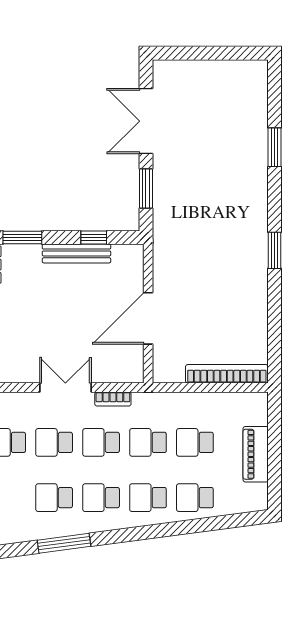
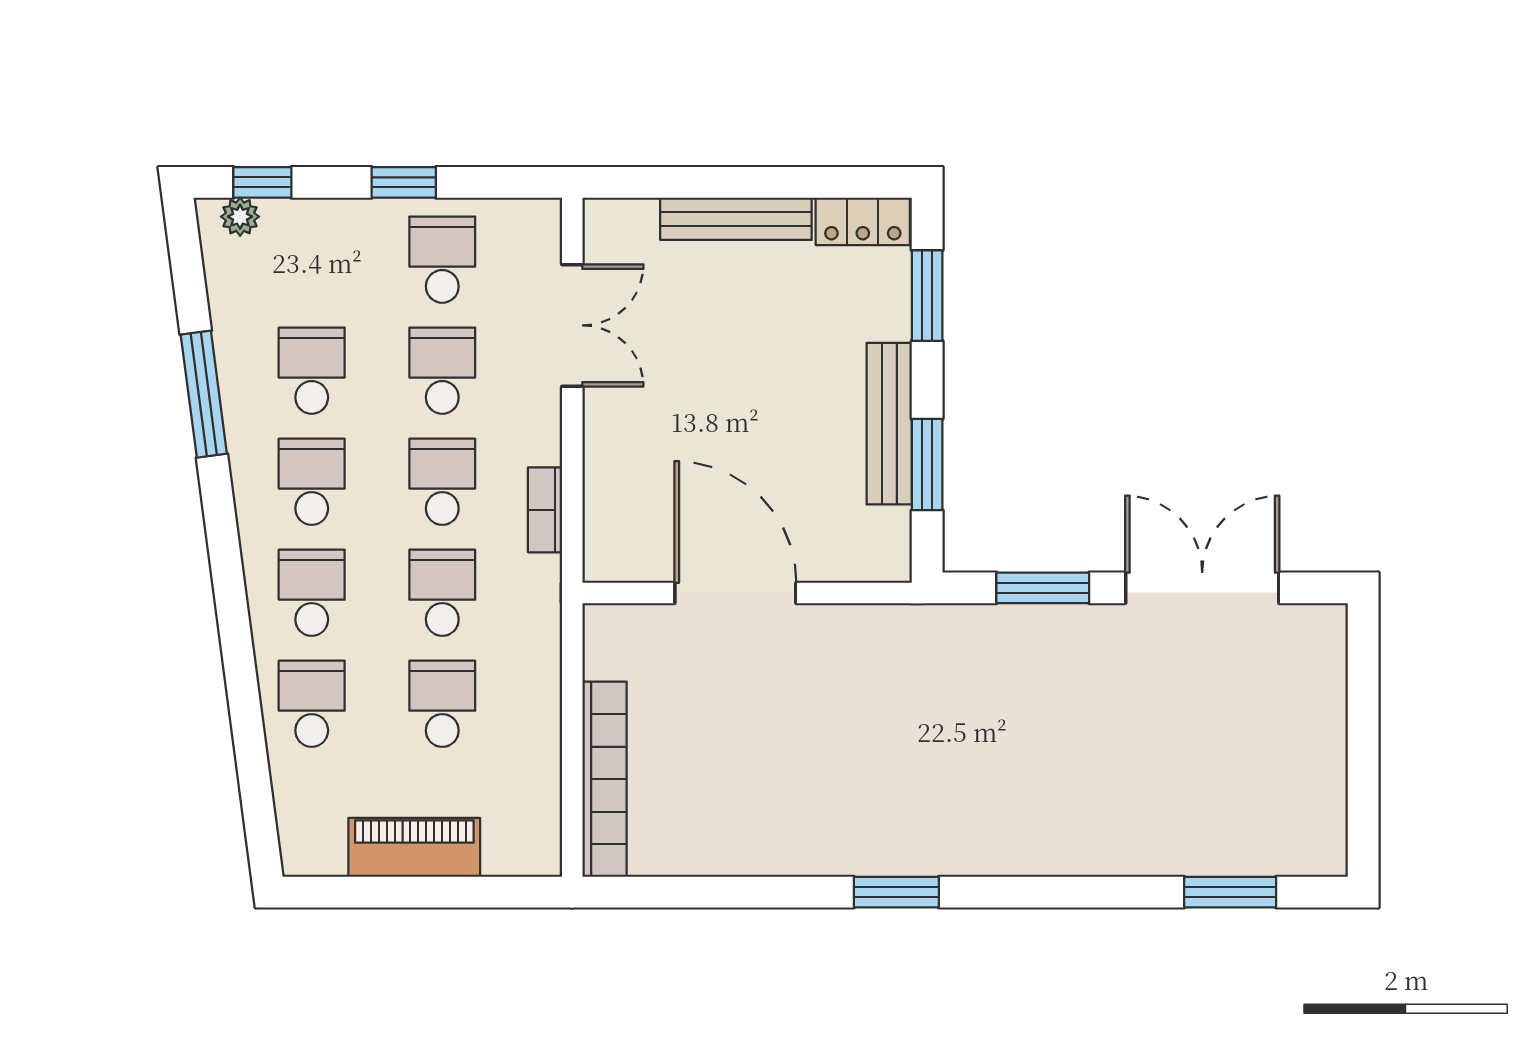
window: (275, 147) -> (1230, 892), moved
window: (94, 237) -> (927, 464), width x1.50
double door: (65, 388) -> (572, 325), moved

